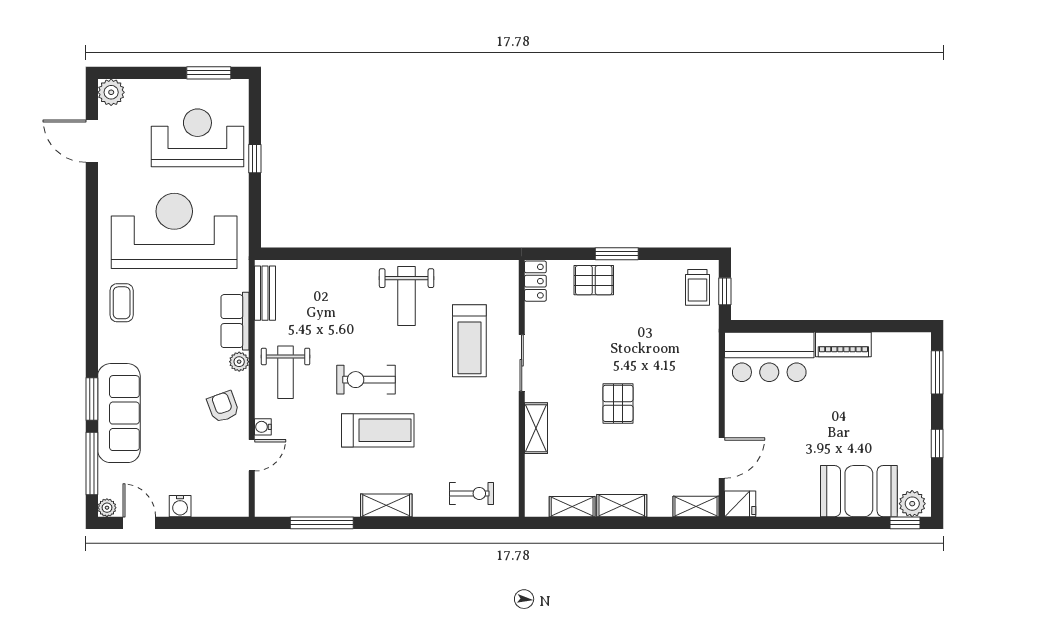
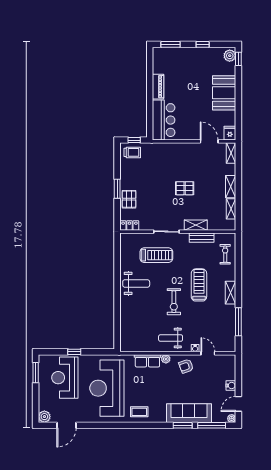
bench: (265, 293) -> (202, 238), moved
weight bench: (286, 372) -> (171, 338), turned 180
treadmill: (378, 430) -> (199, 285), moved
booth: (859, 491) -> (224, 93), moved

